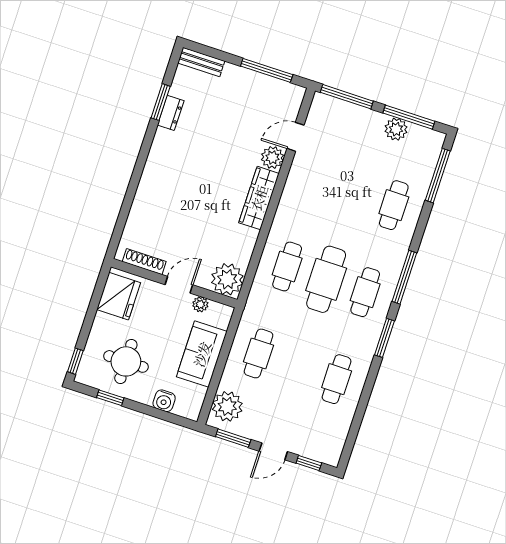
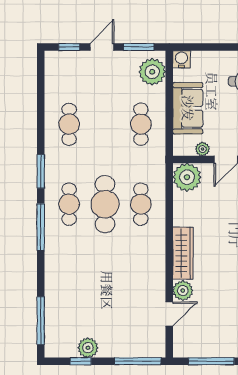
window: (409, 117) -> (81, 361), width x0.46
cafe table: (394, 205) -> (69, 284), removed
water cooler: (164, 401) -> (182, 59), moved

